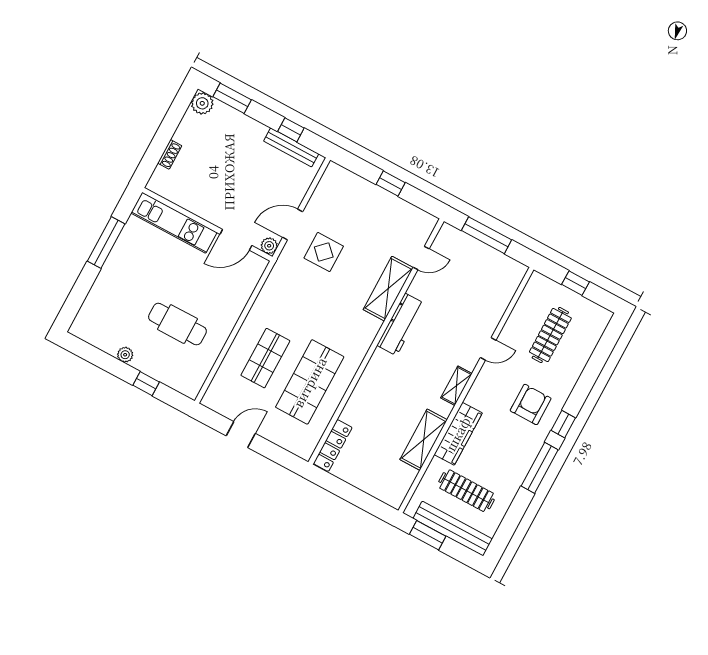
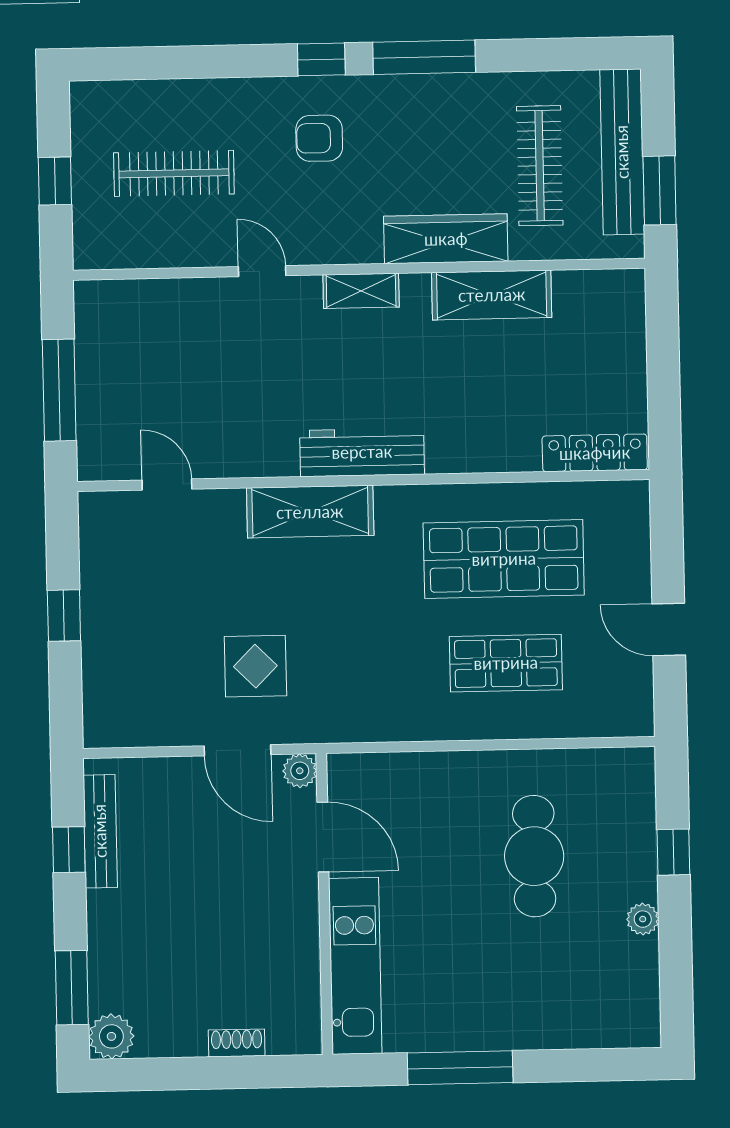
shelving: (388, 289) -> (310, 512), moved
workbench: (401, 324) -> (362, 452), moved
armchair: (531, 404) -> (319, 138), width x0.72, depth x0.72

